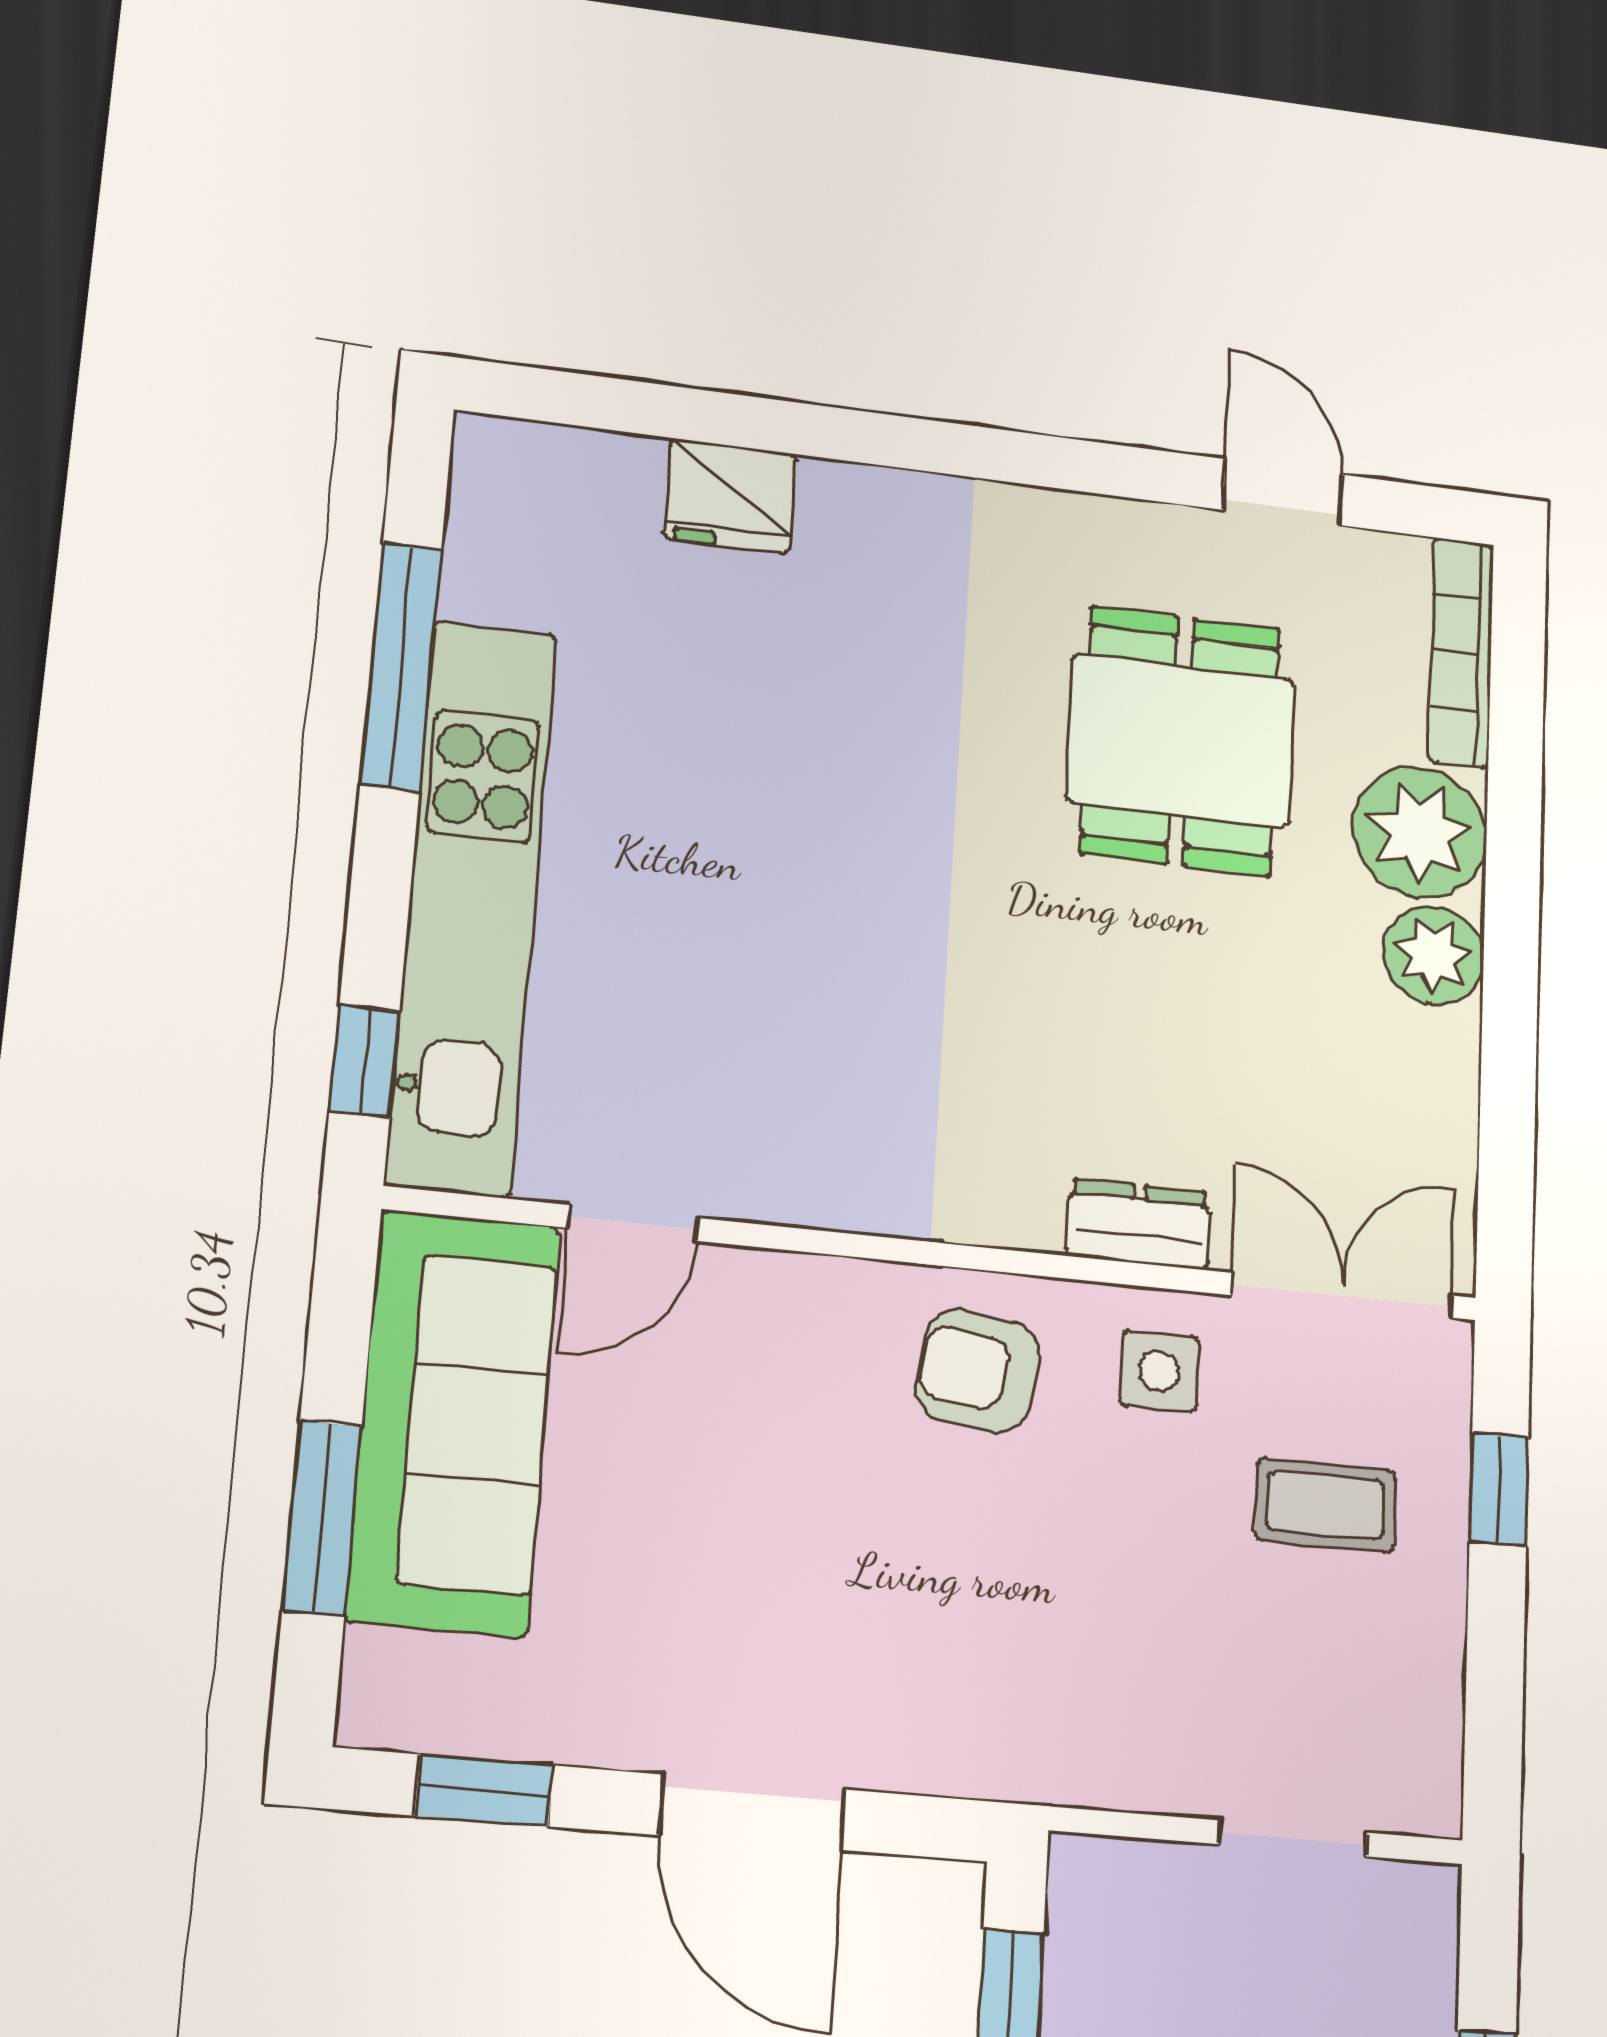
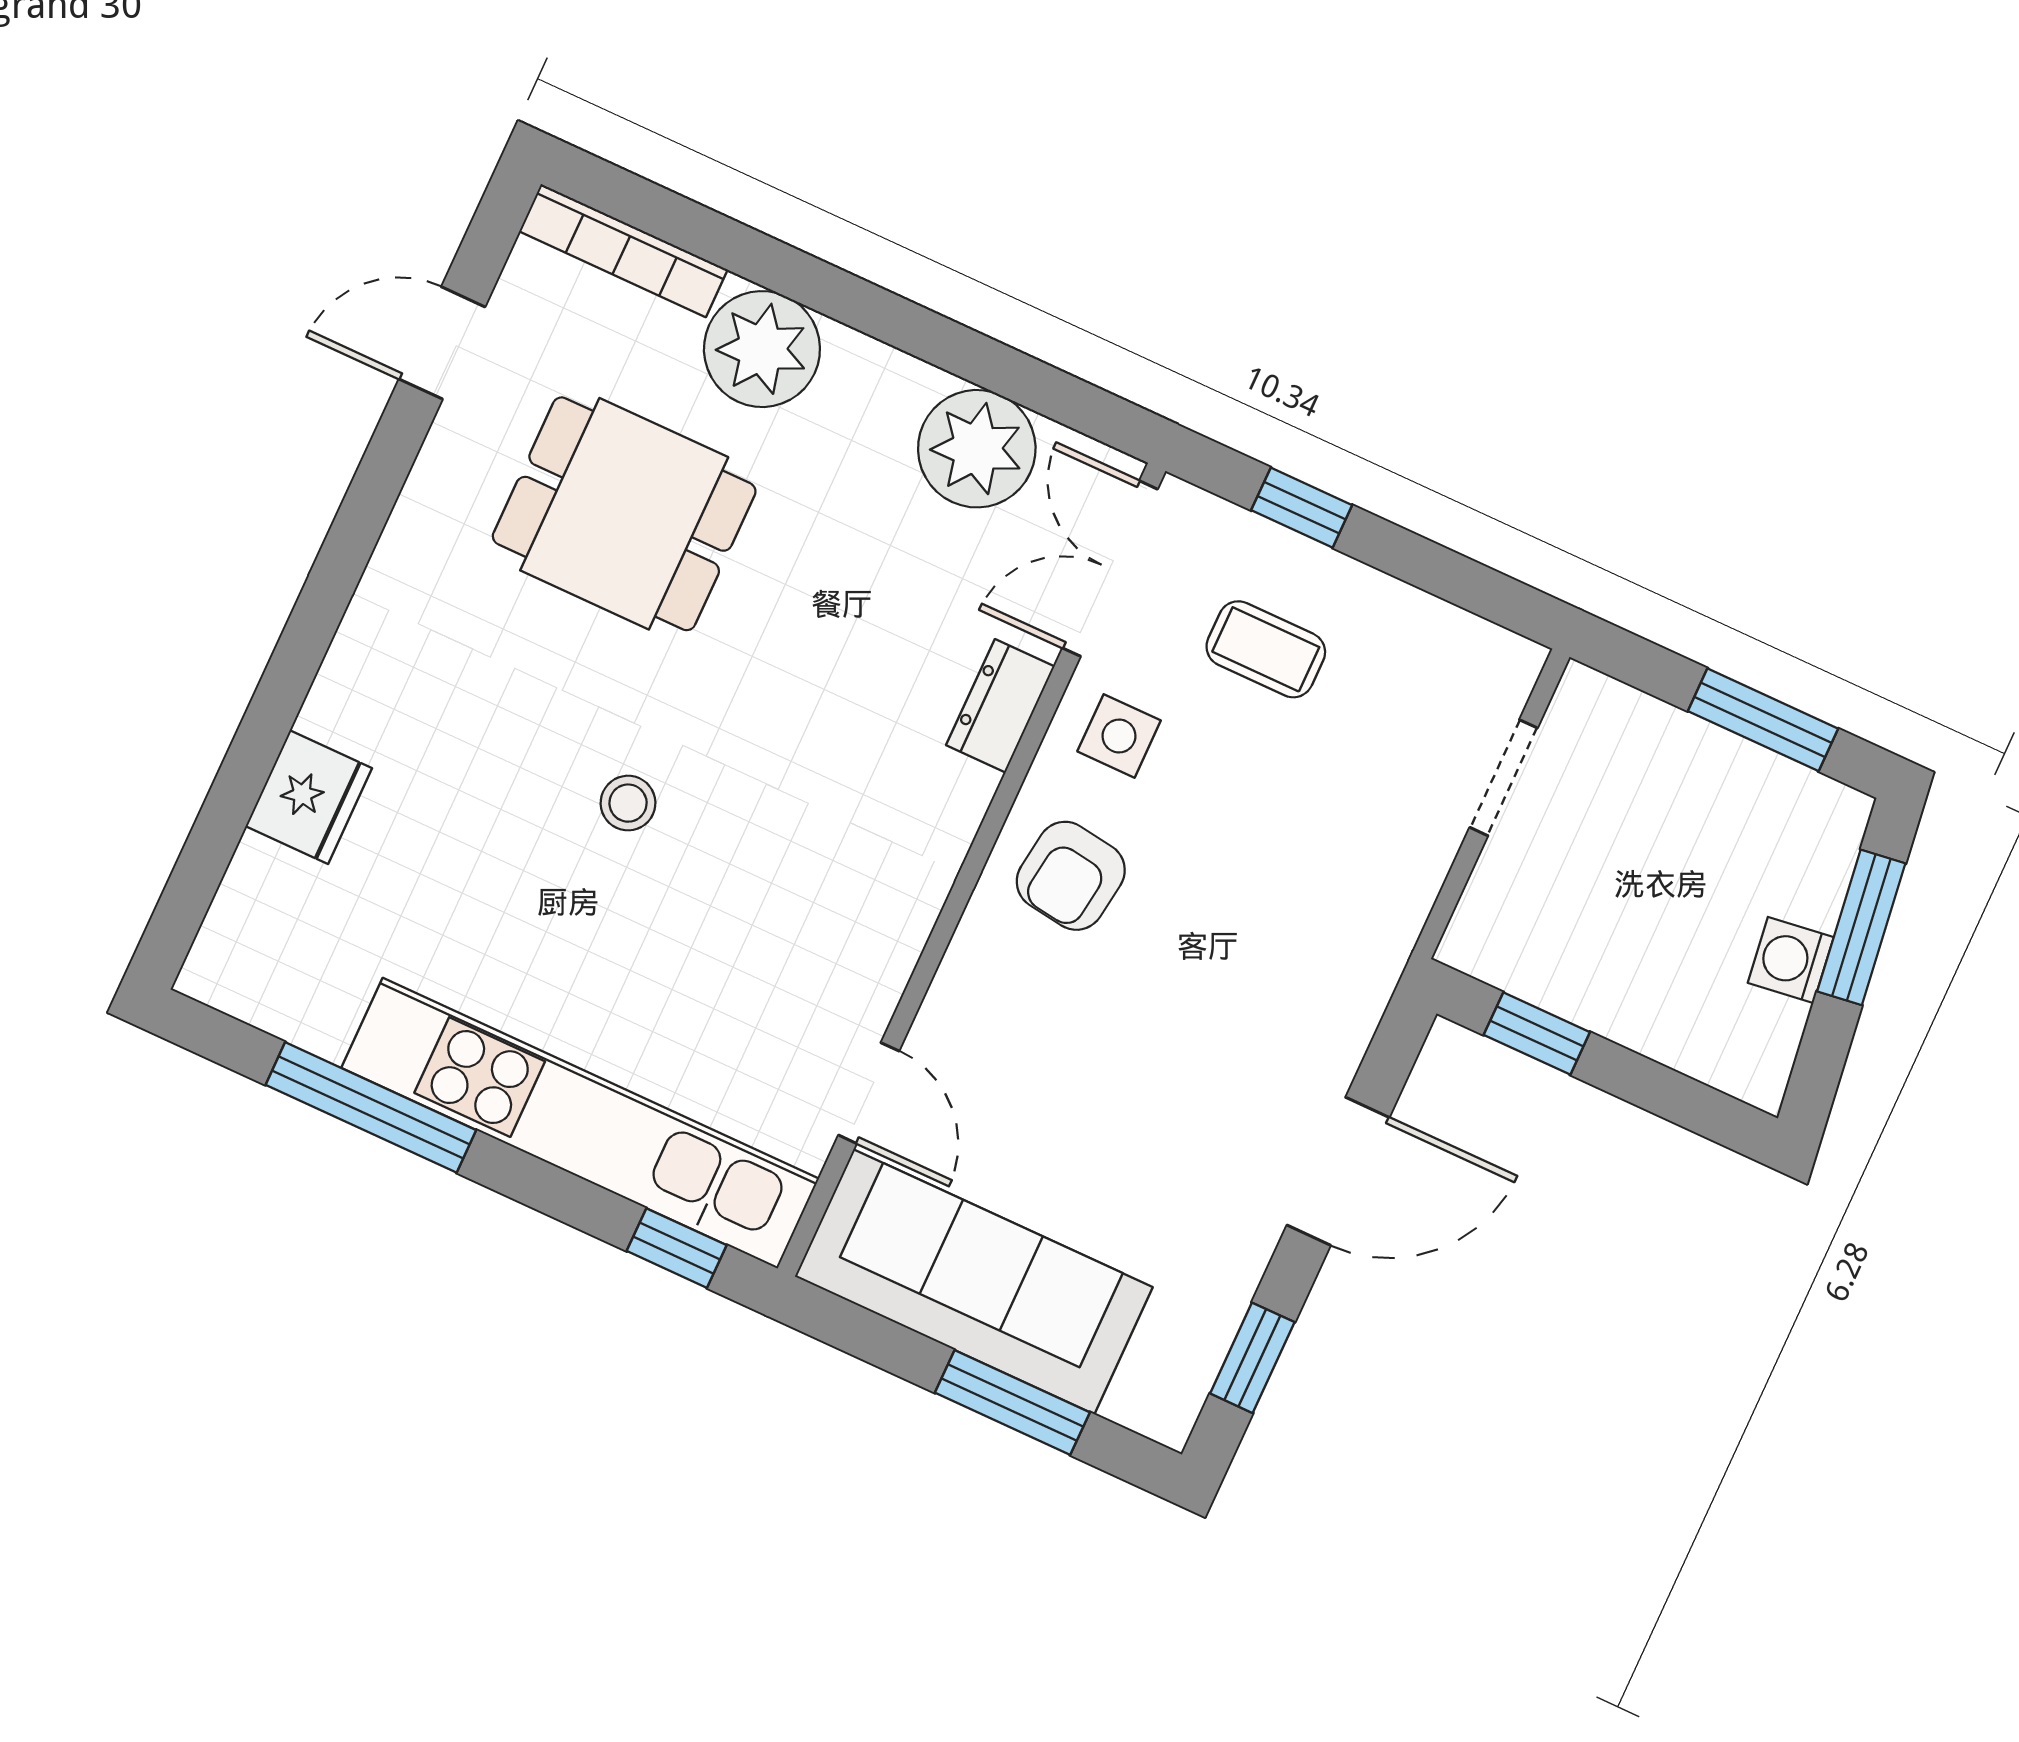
stool: (862, 844) -> (628, 803), added
plant: (1434, 956) -> (977, 449), moved, width x1.36, depth x1.36
coffee table: (1325, 1505) -> (1266, 649), turned 90

